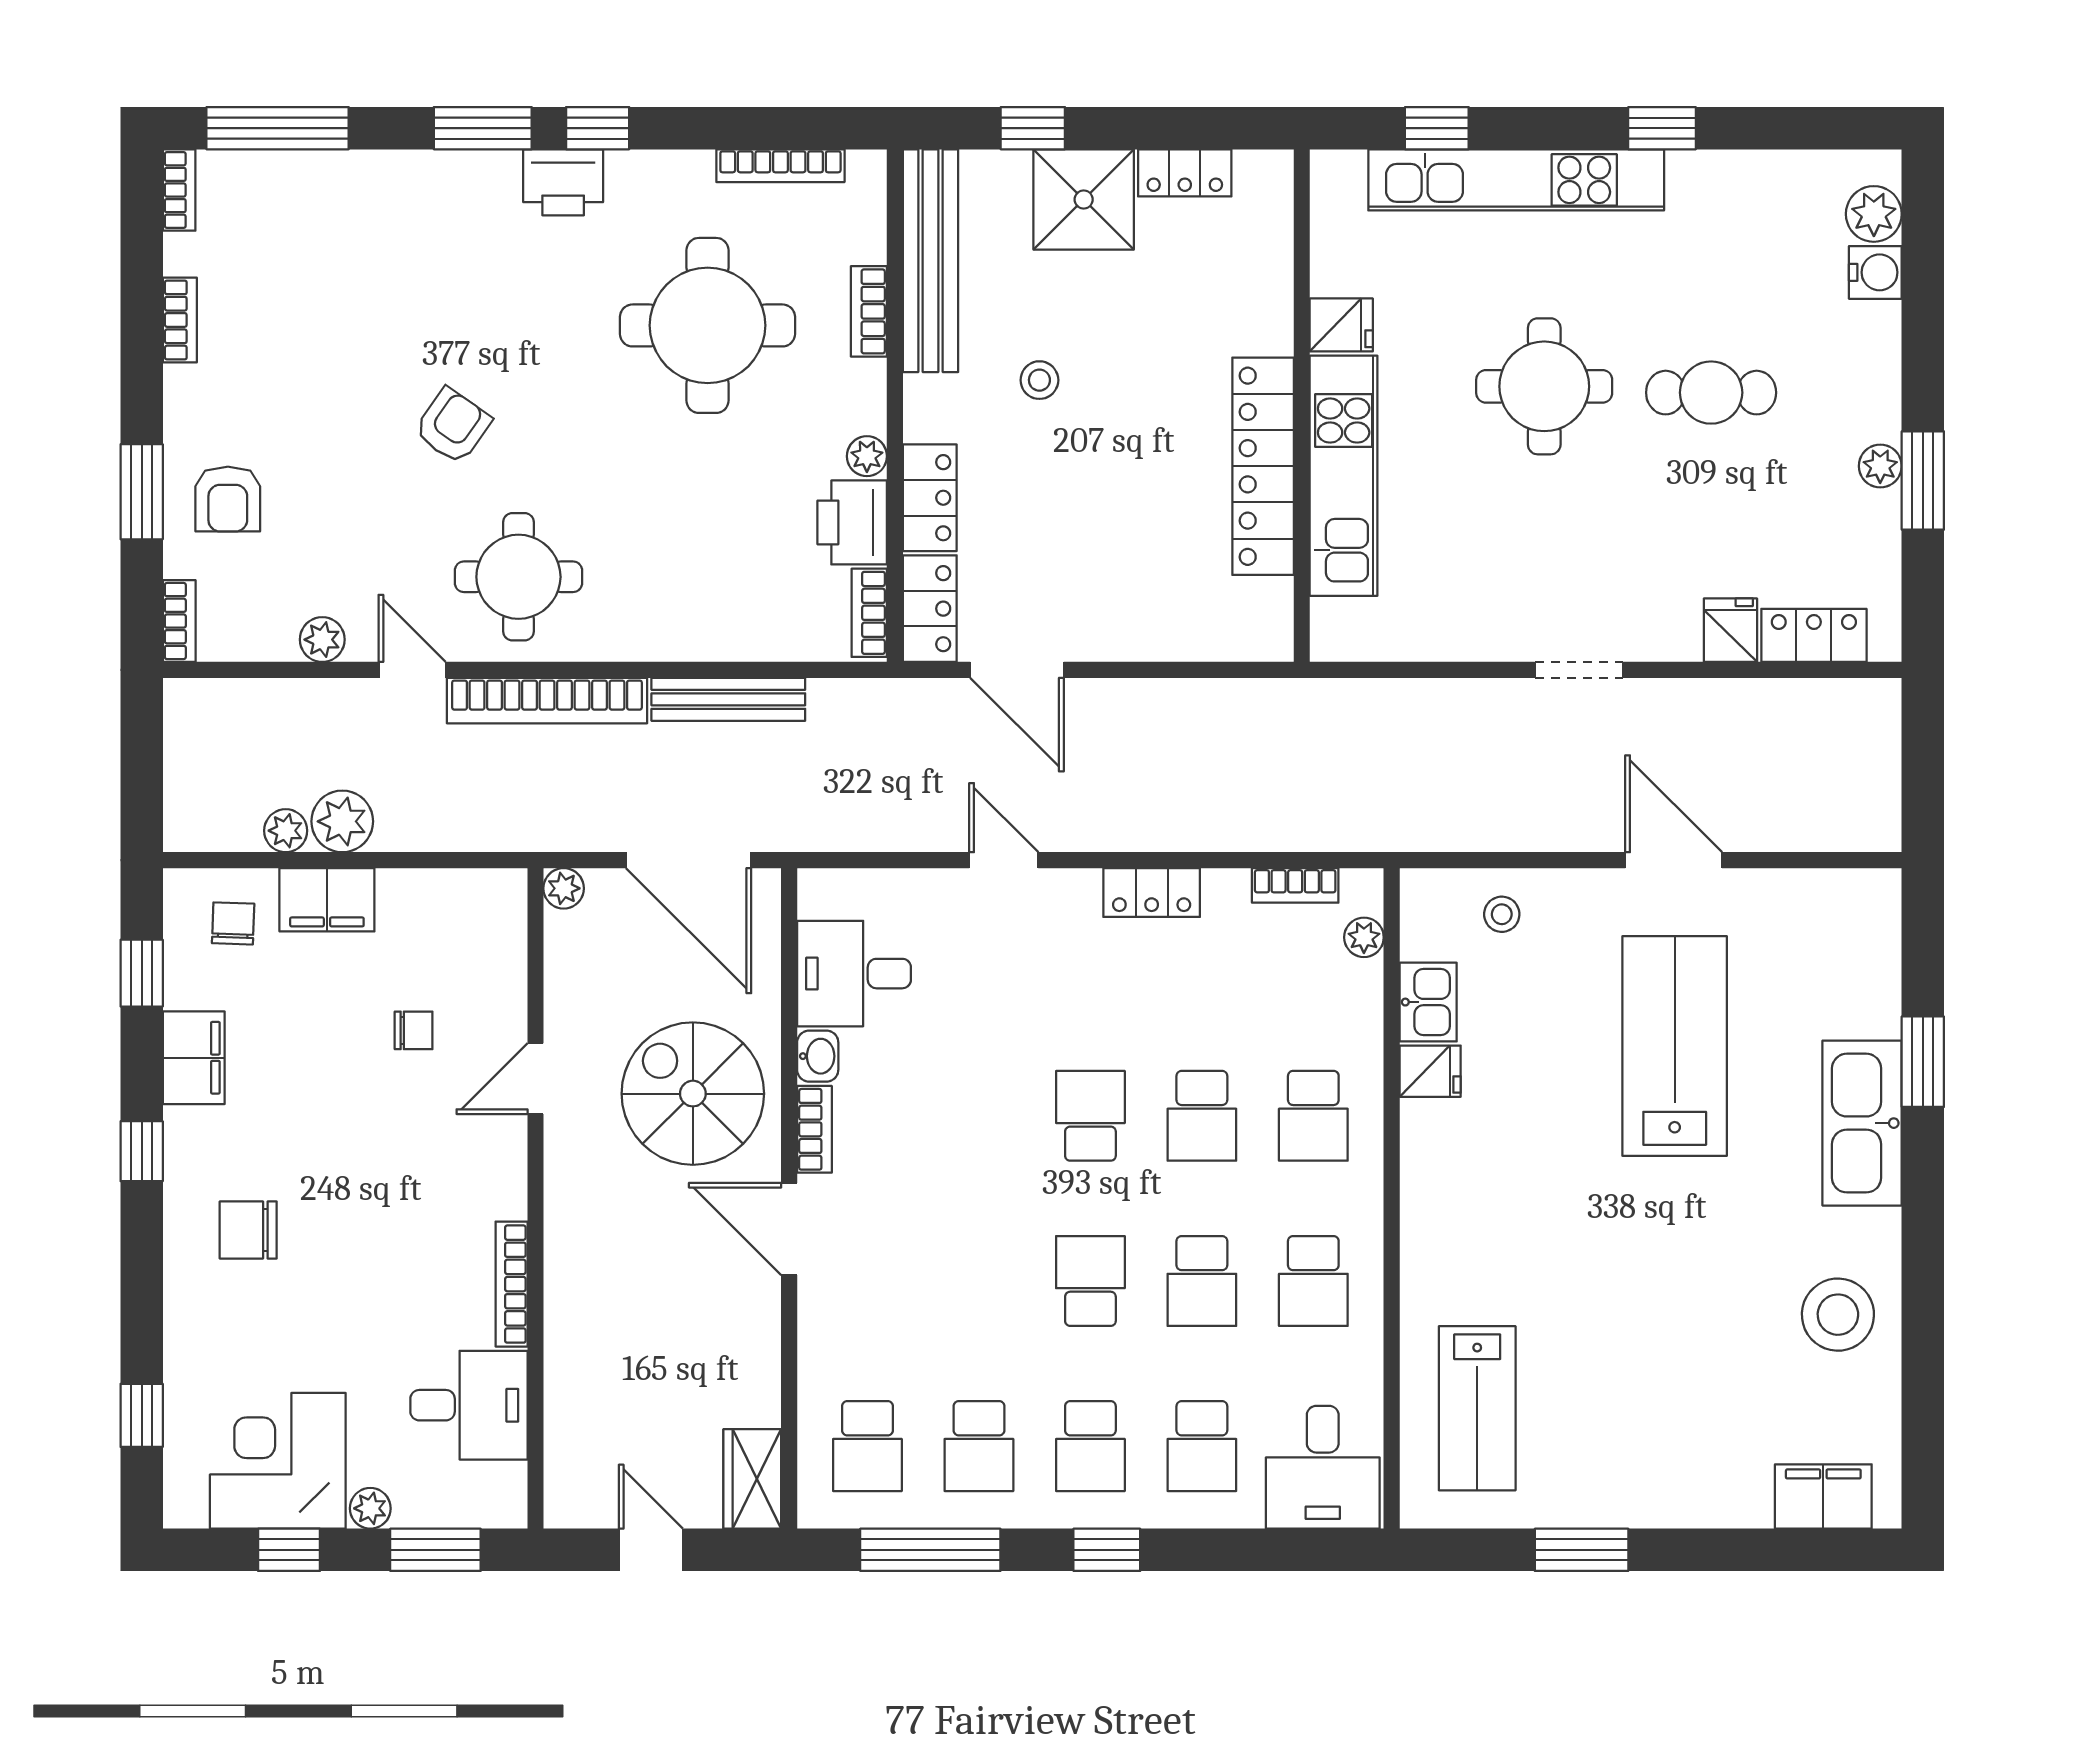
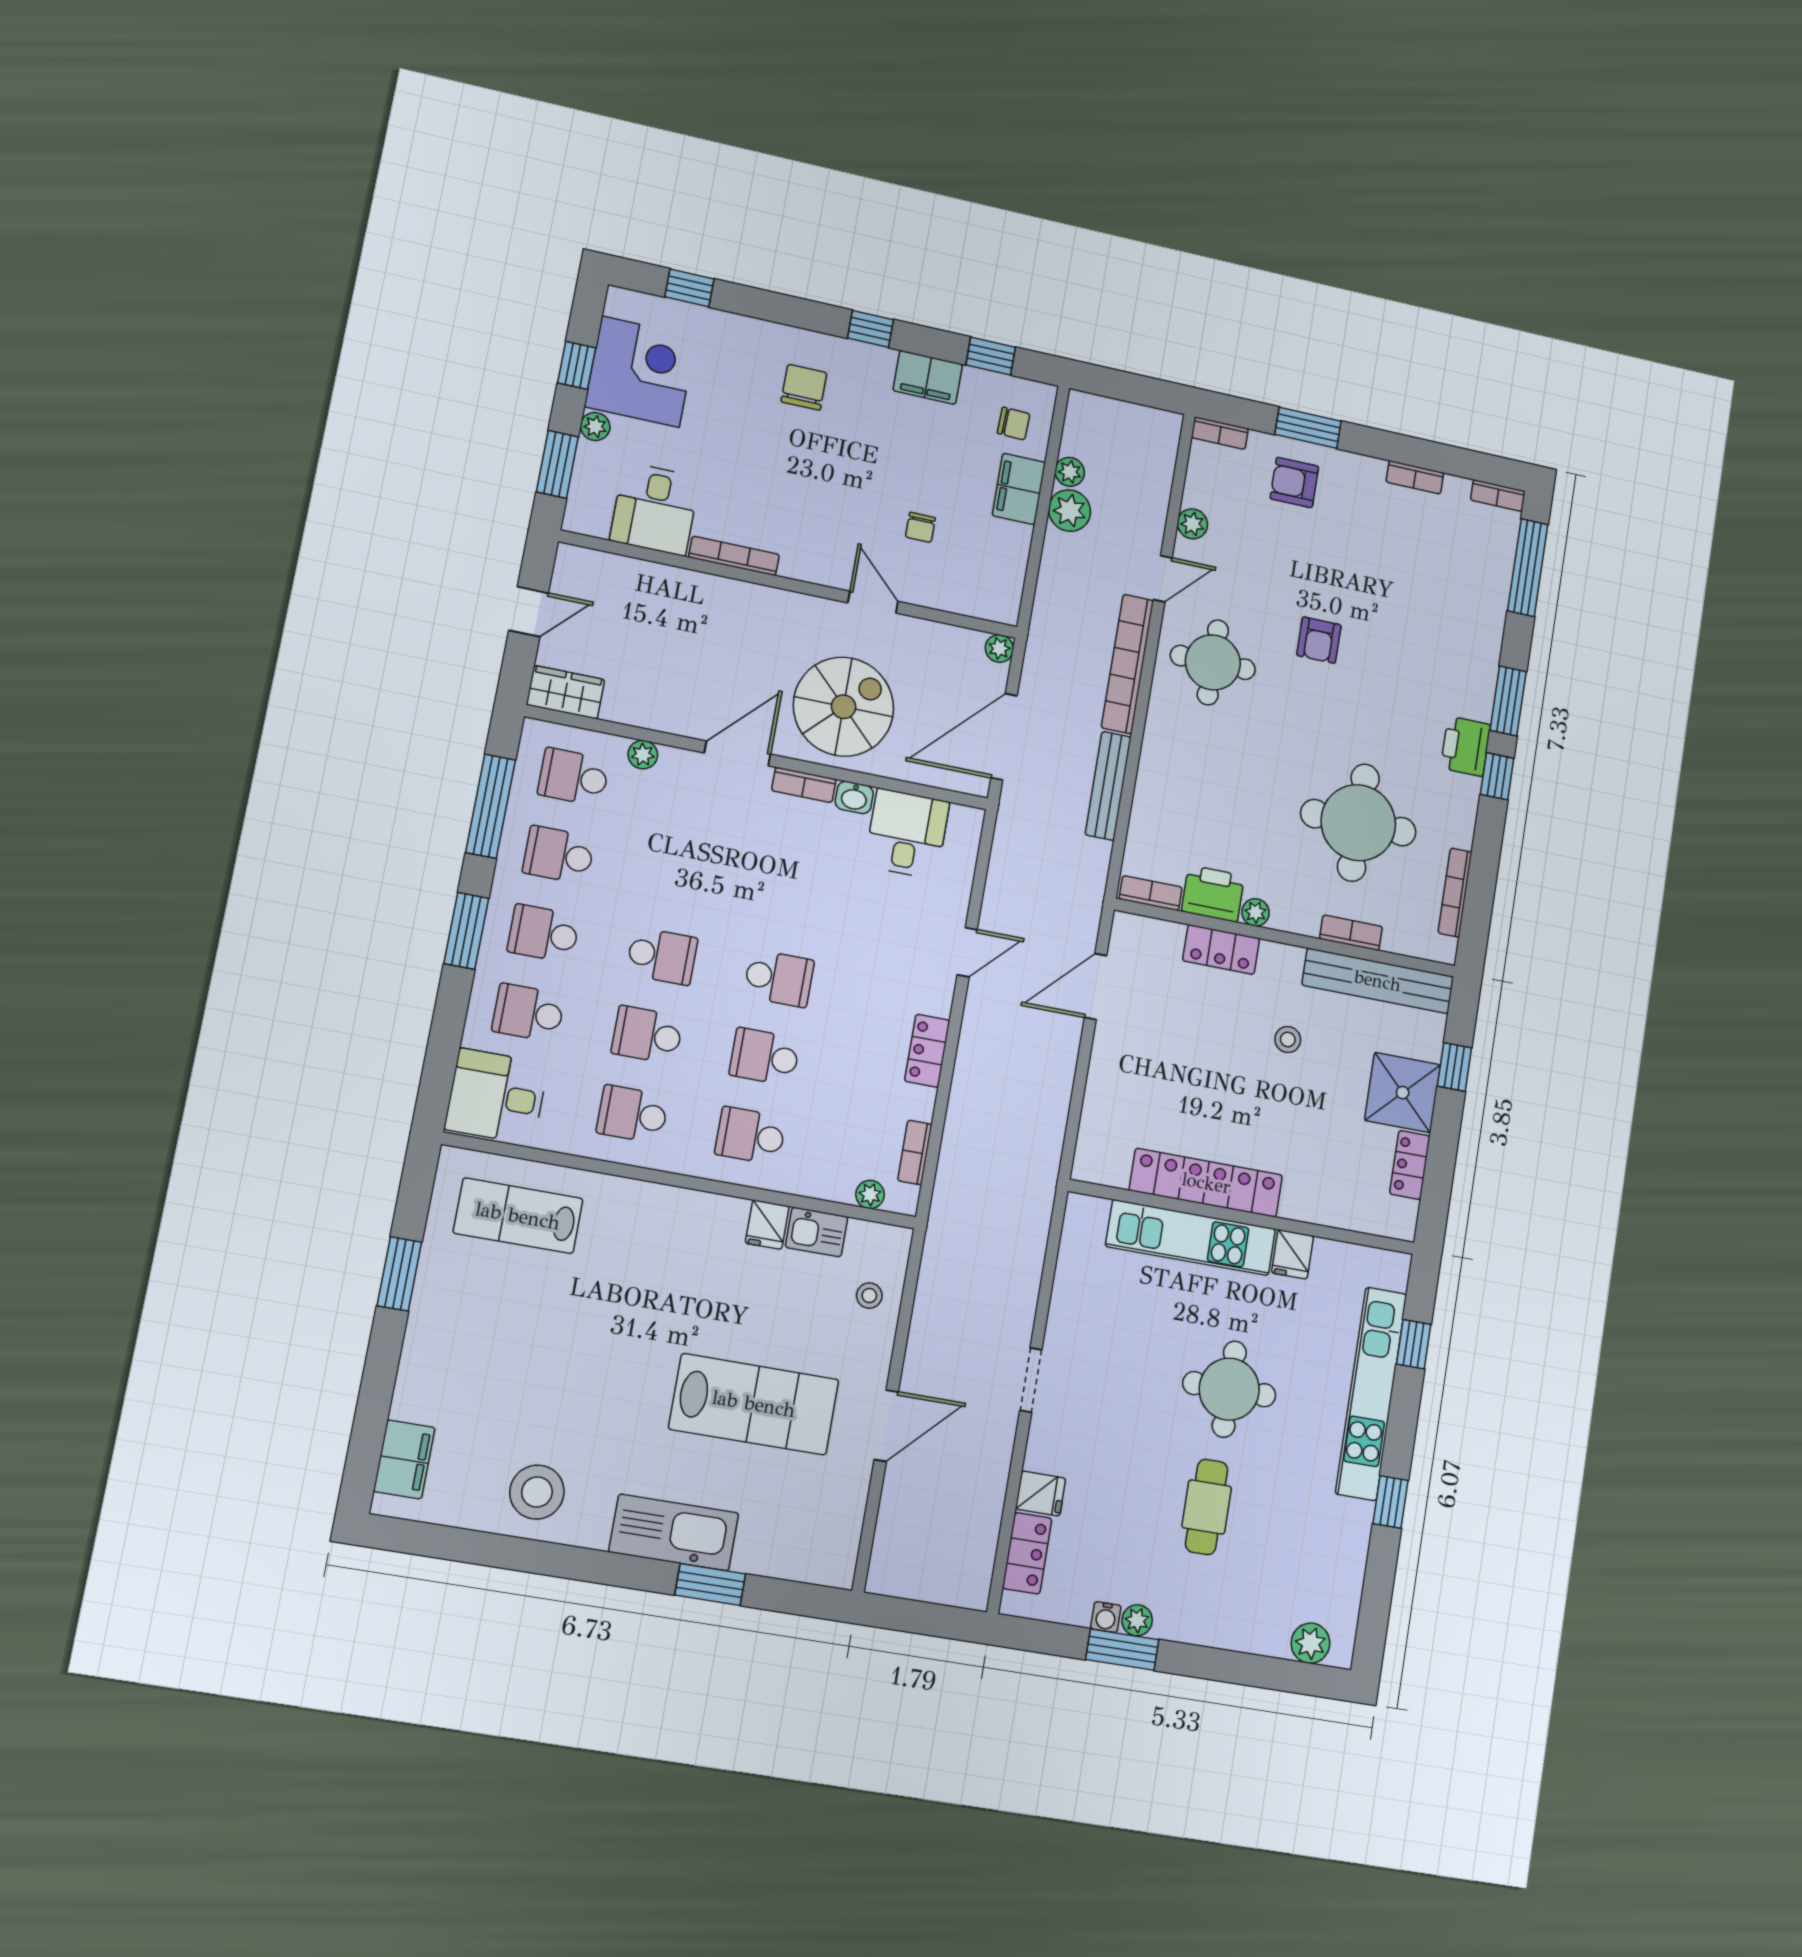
water cooler: (1875, 272) -> (1106, 1617), moved, width x0.72, depth x0.72
armchair: (453, 426) -> (1319, 640), turned 55
locker: (930, 609) -> (1147, 935), removed
plant: (817, 1358) -> (643, 755), added
window: (1107, 1550) -> (466, 931), width x1.50

